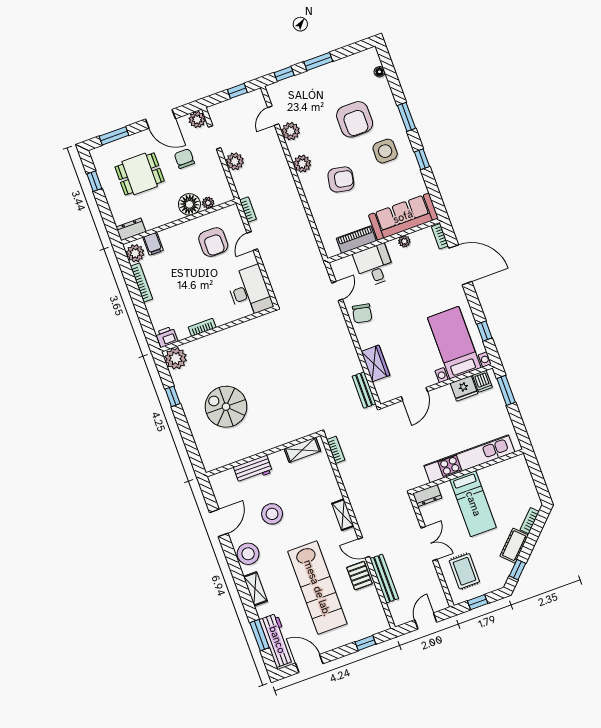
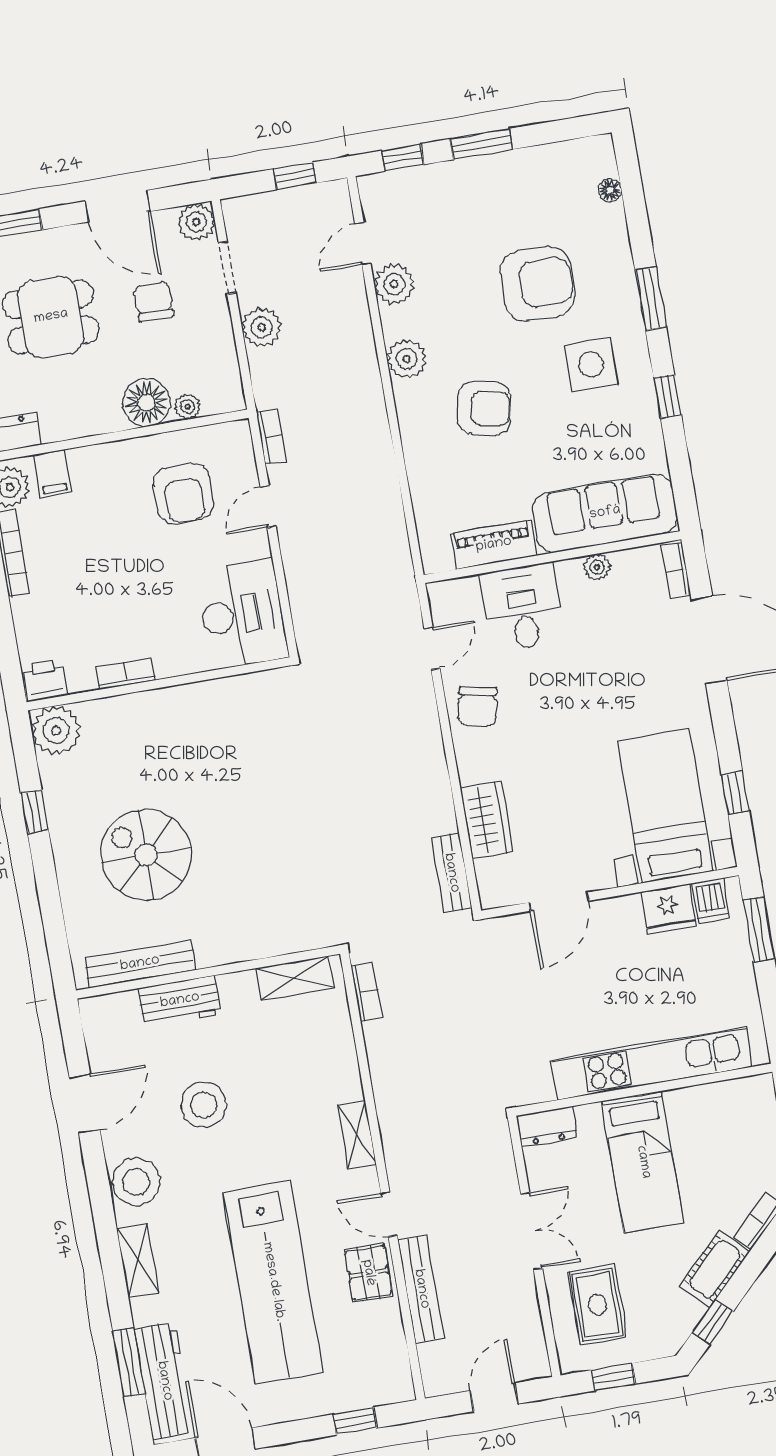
armchair: (355, 119) -> (537, 284), turned -90
bench: (232, 456) -> (140, 964), added

